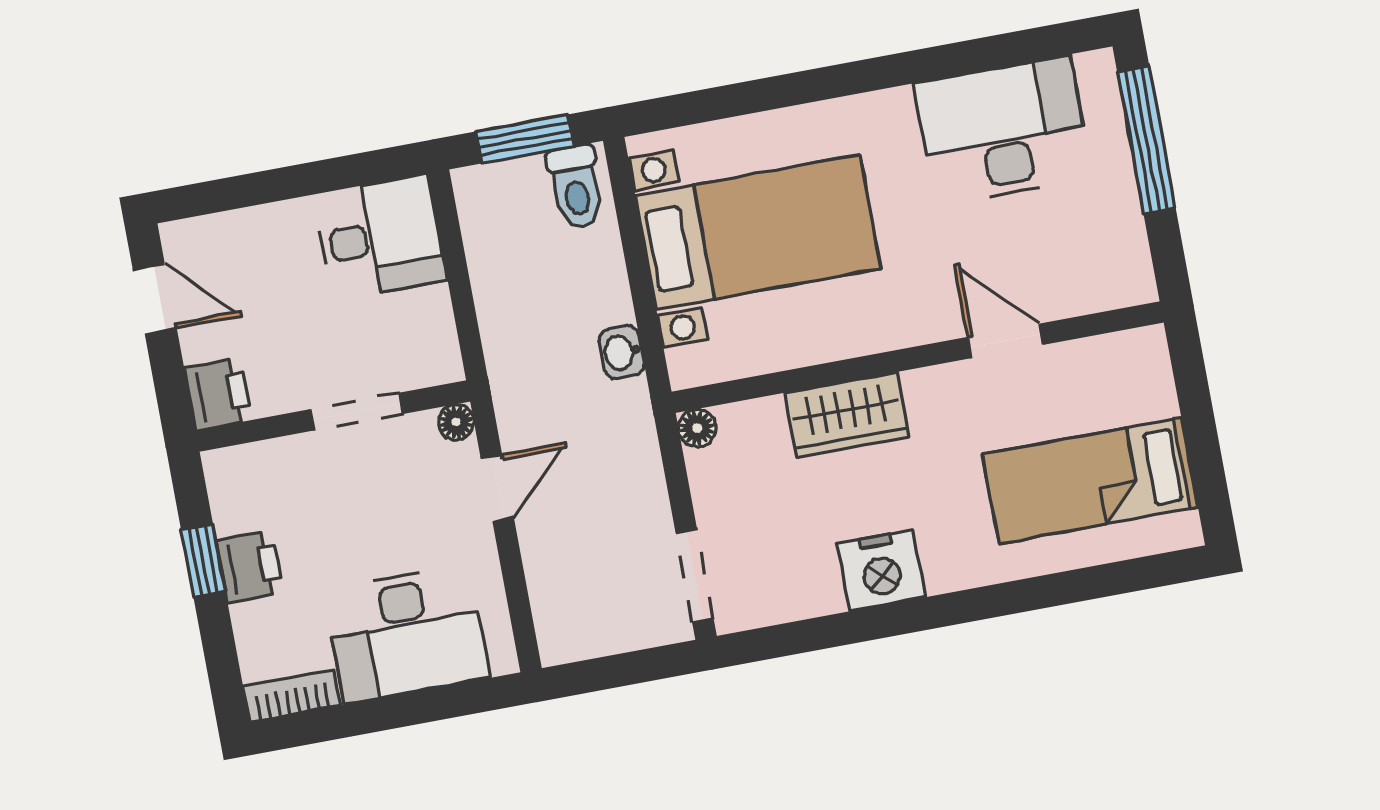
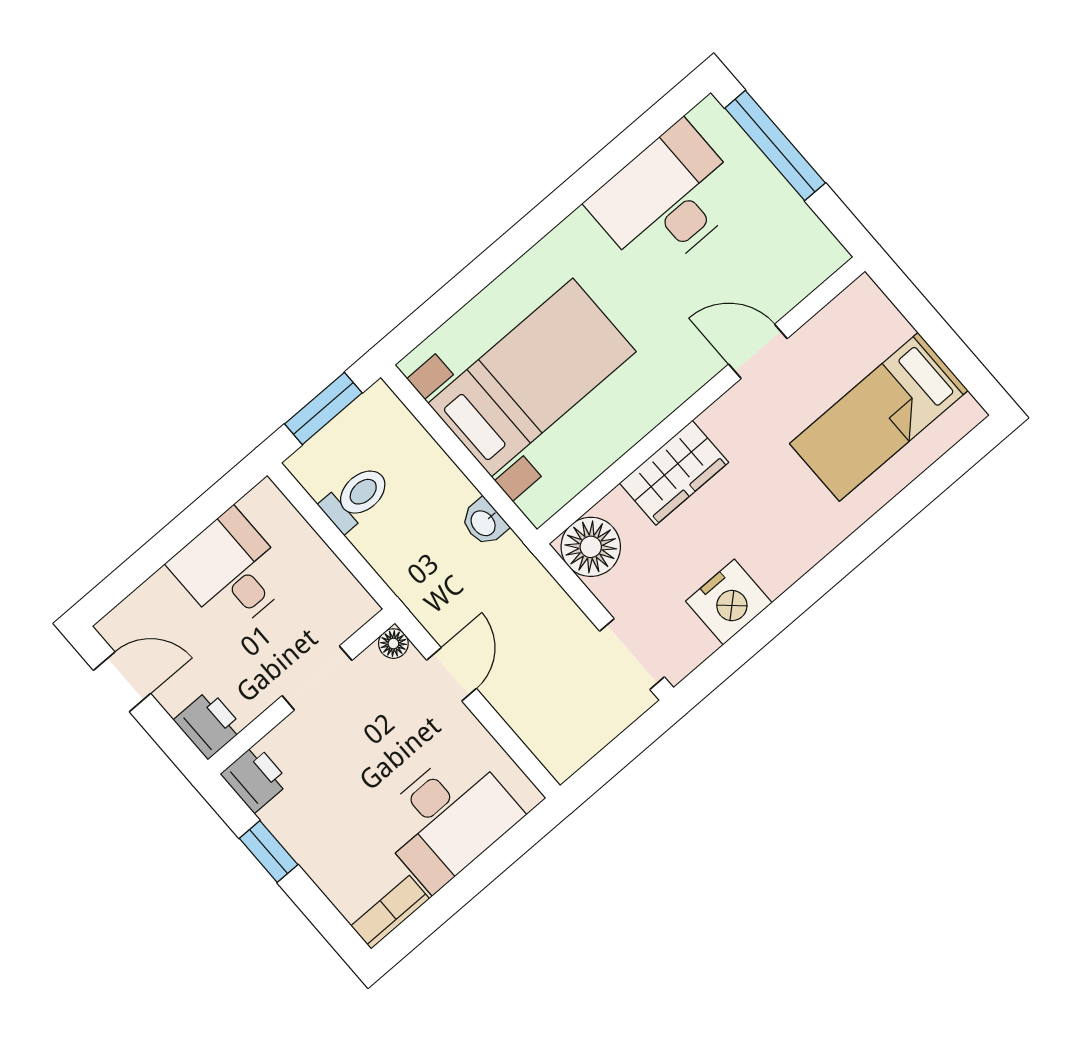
toilet: (576, 187) -> (356, 498), moved, turned -90
desk: (380, 237) -> (231, 571), moved, turned -90
floor lamp: (697, 428) -> (591, 547), width x1.89, depth x1.89
printer: (250, 566) -> (255, 778), moved
nightstand: (881, 570) -> (729, 602), moved

